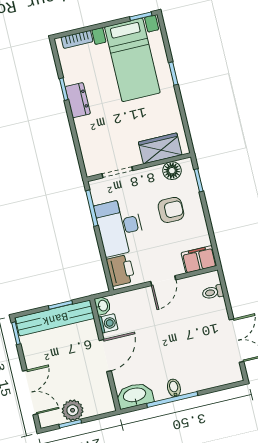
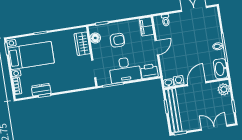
dresser: (78, 100) -> (41, 90), moved
armchair: (171, 210) -> (117, 40), turned 90
door: (163, 281) -> (157, 48), hinge flipped
door: (105, 356) -> (197, 84), hinge flipped
plant: (73, 410) -> (224, 89), moved

